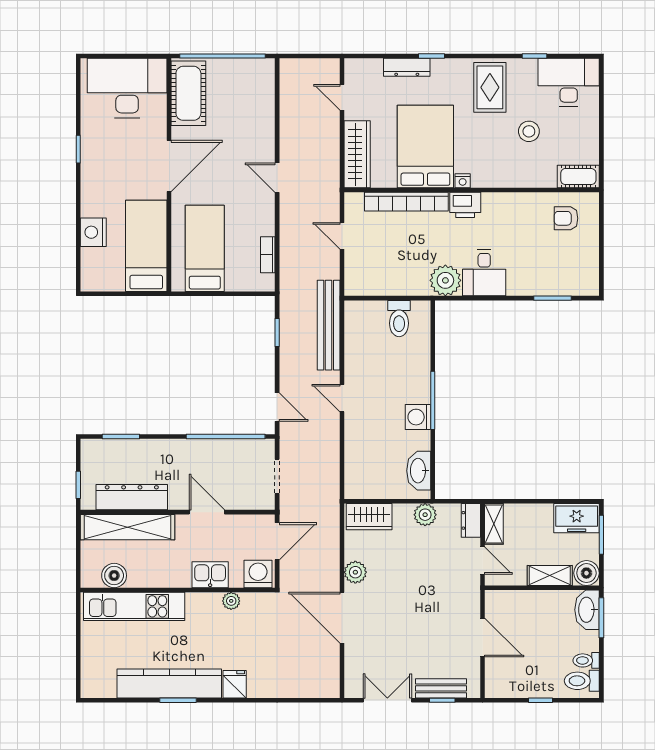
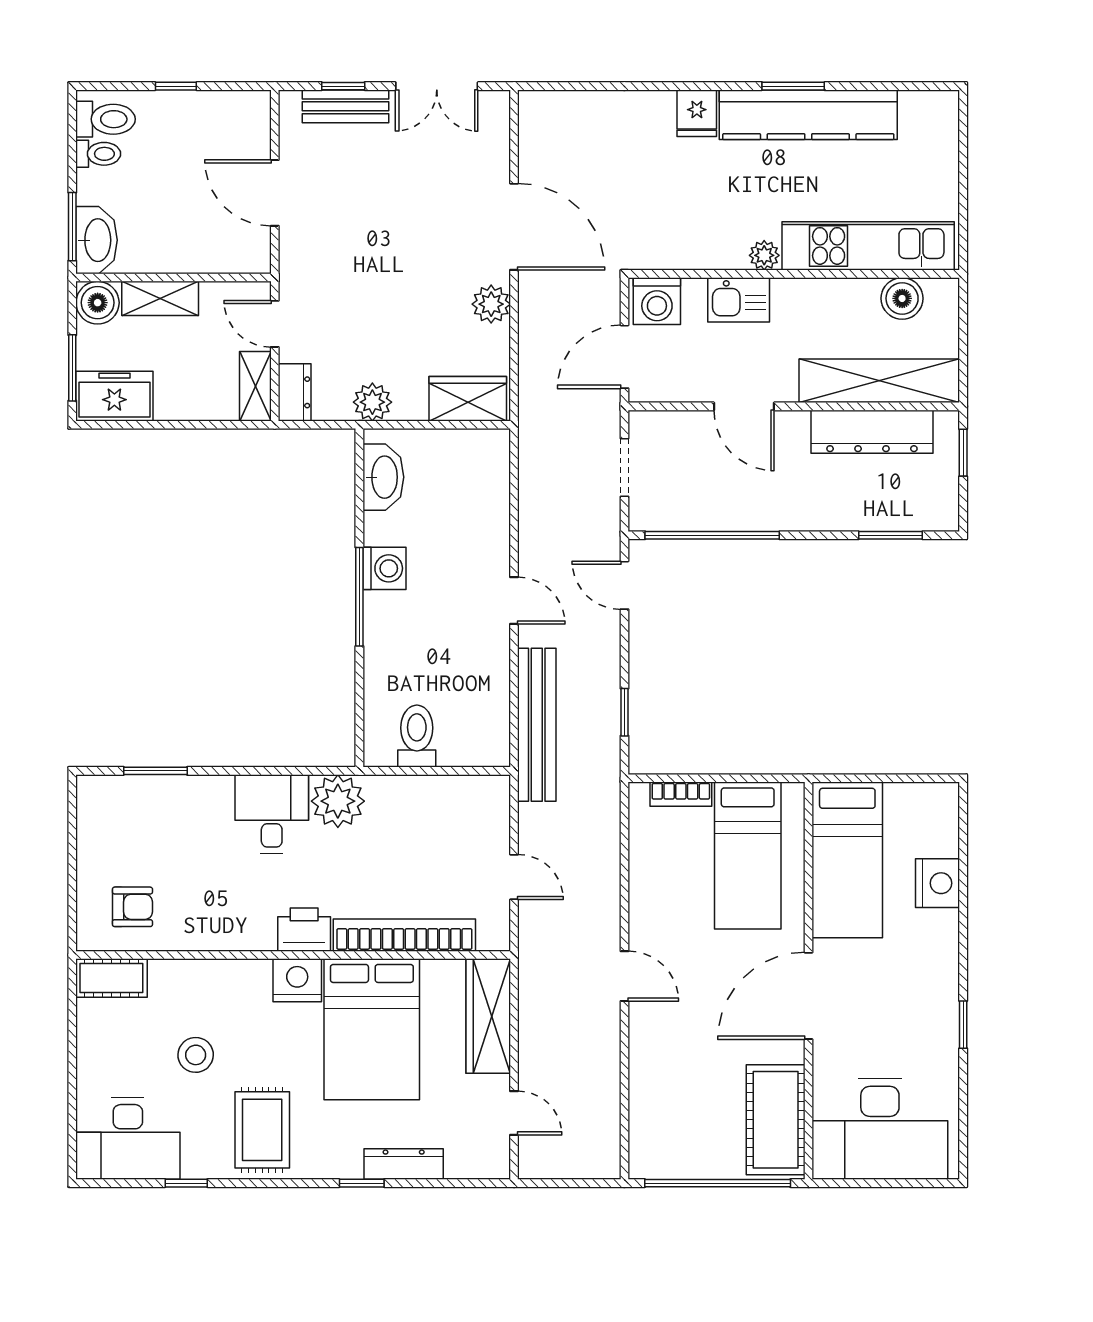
nightstand: (463, 181) -> (297, 980), width x1.89, depth x1.79
bookcase: (268, 255) -> (681, 794), moved, turned 90
plant: (231, 601) -> (764, 255), moved

